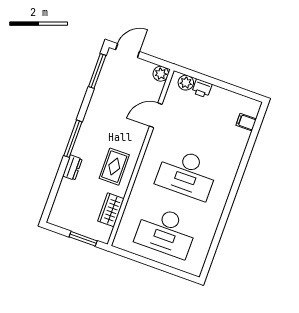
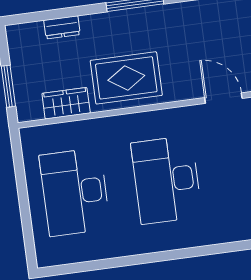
rug: (114, 167) -> (126, 78), width x1.36, depth x1.43
dresser: (72, 168) -> (62, 27), moved

